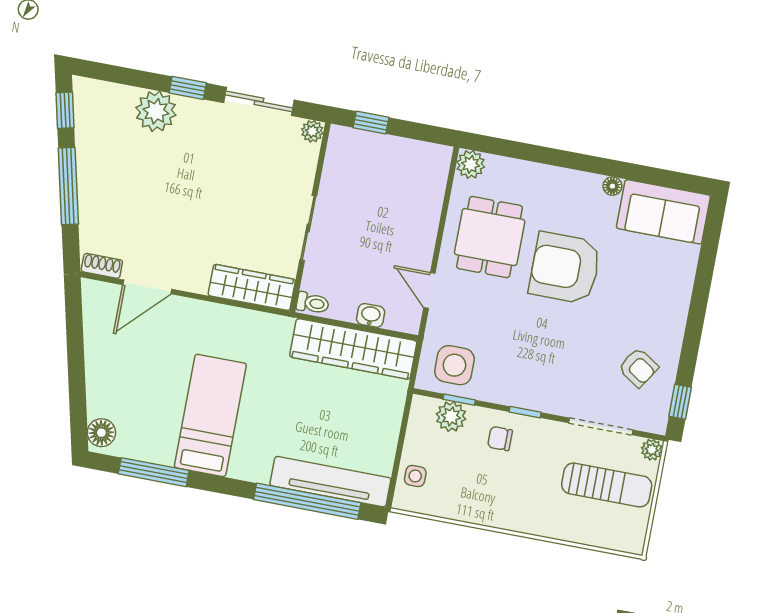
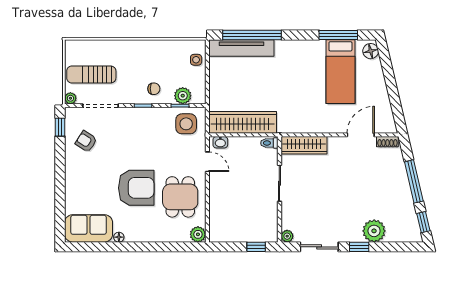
washbasin: (371, 315) -> (220, 142), moved
bed: (210, 415) -> (340, 72), moved

